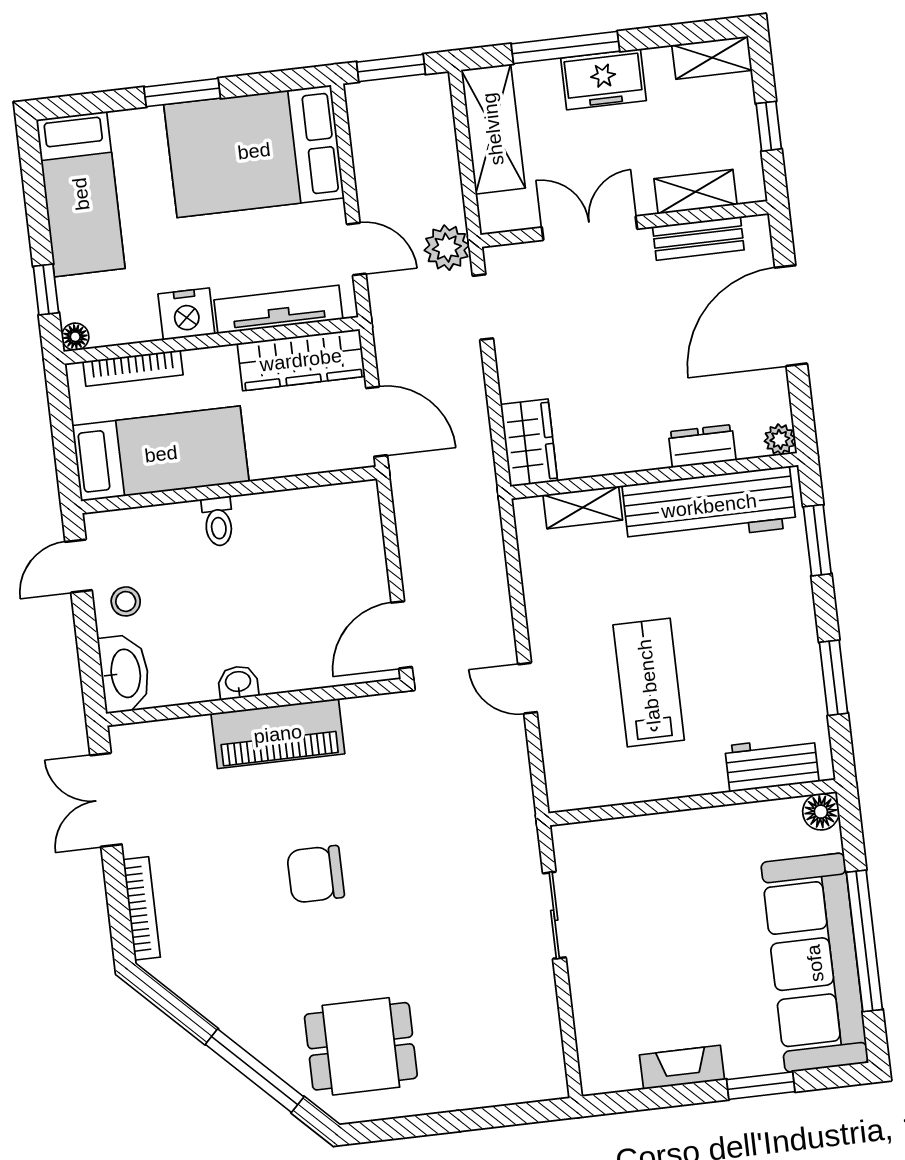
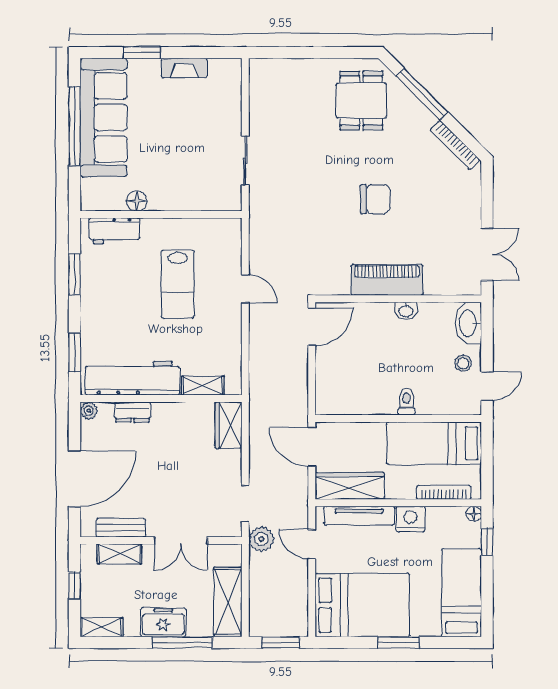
floor lamp: (821, 812) -> (137, 201), moved
bookcase: (142, 908) -> (455, 145), moved, turned -45
dining table: (361, 1046) -> (361, 101), turned 90

